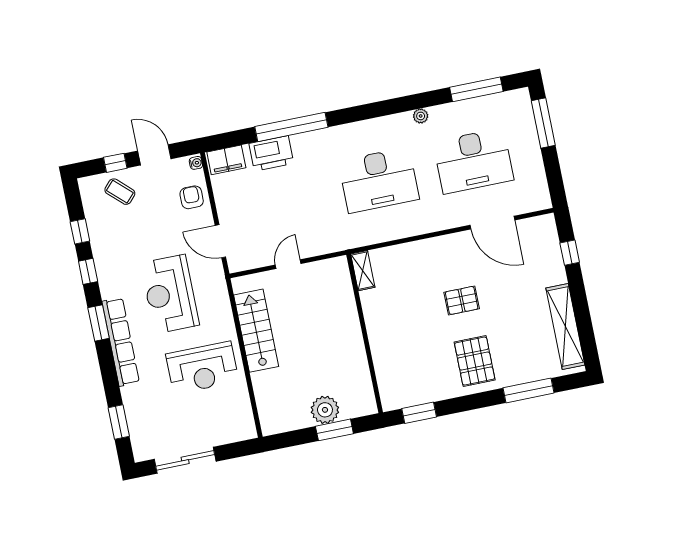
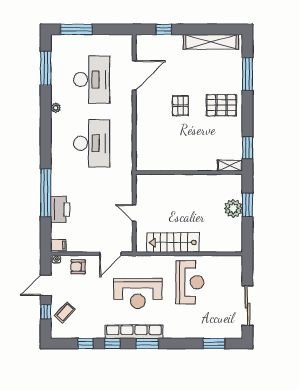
filing cabinet: (226, 160) -> (58, 245), width x0.50
shelving: (363, 271) -> (230, 166), moved
row of seats: (121, 342) -> (134, 332), moved

